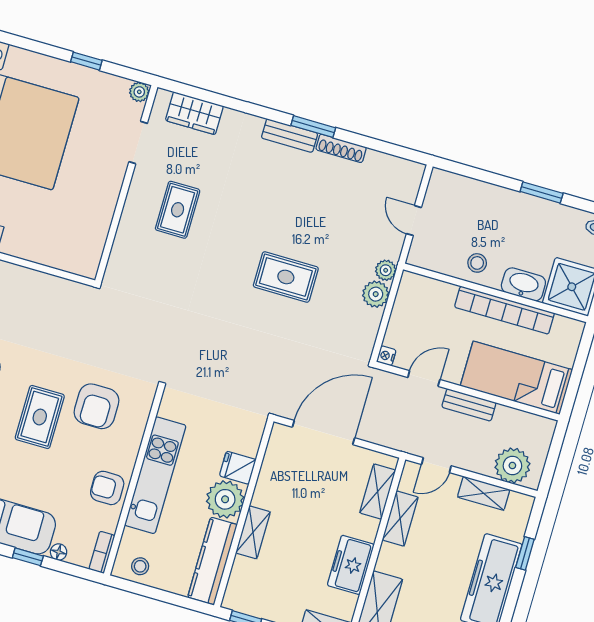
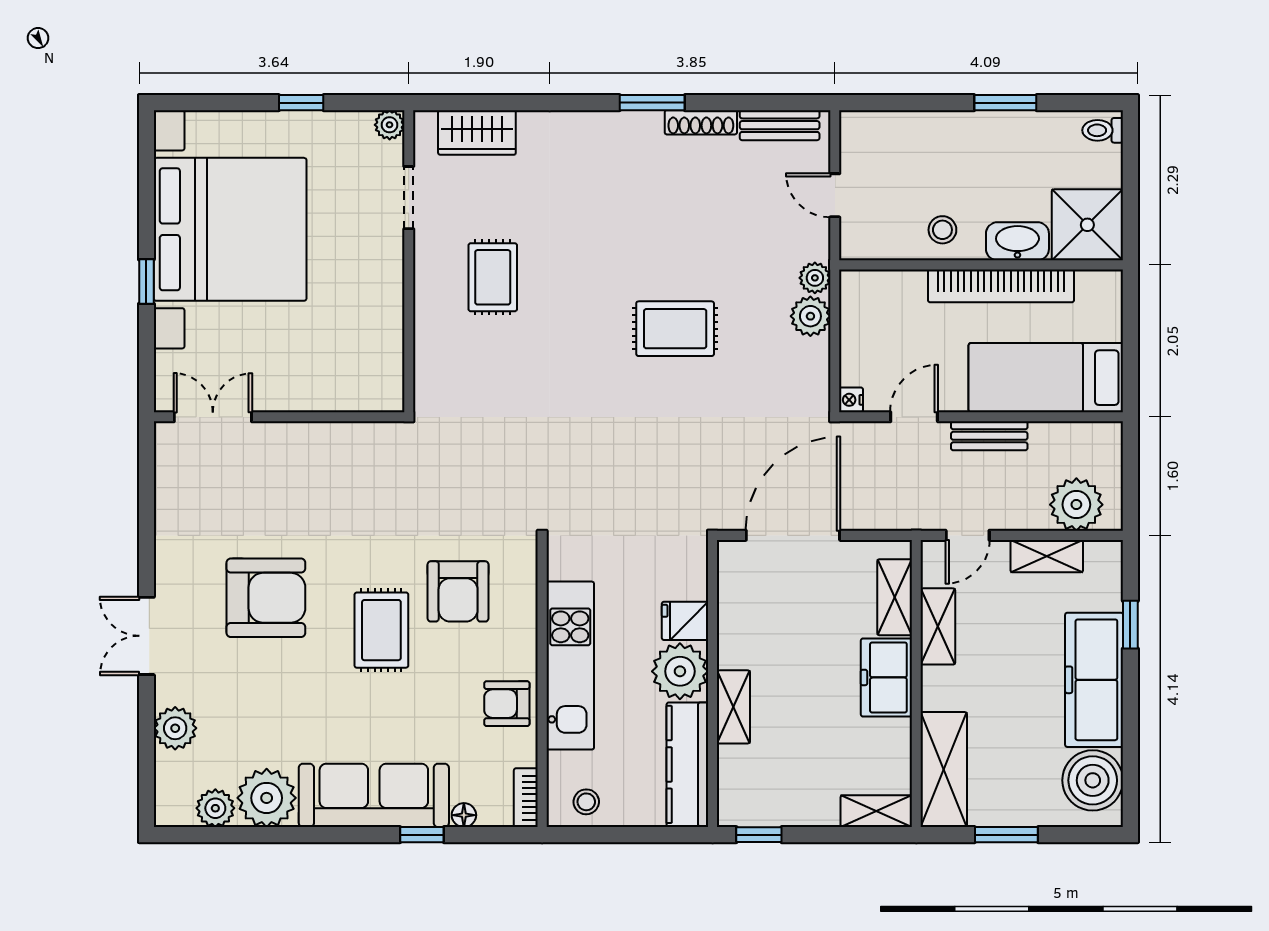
bench: (290, 136) -> (780, 125), moved
freezer: (351, 565) -> (886, 677), moved

